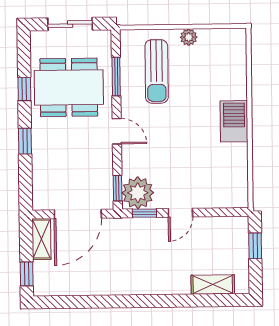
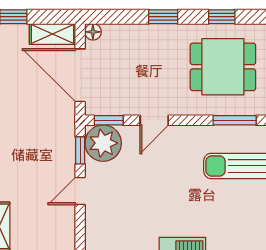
dining table: (69, 87) -> (223, 67), width x0.73
door: (117, 131) -> (154, 120), moved
floor lamp: (39, 203) -> (93, 32), added
door: (180, 213) -> (80, 191), hinge flipped

